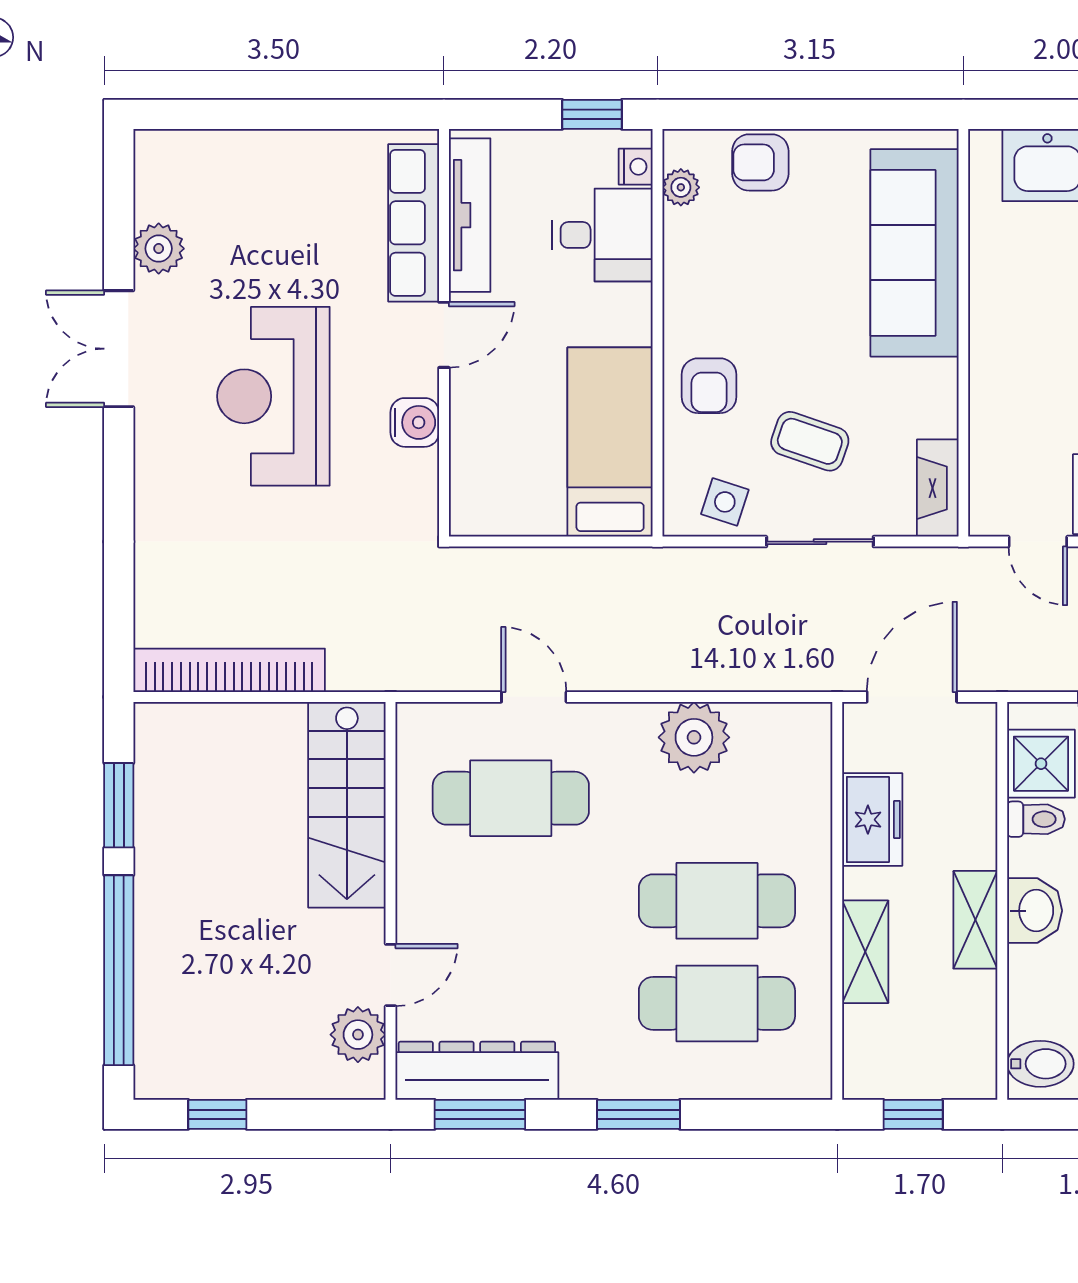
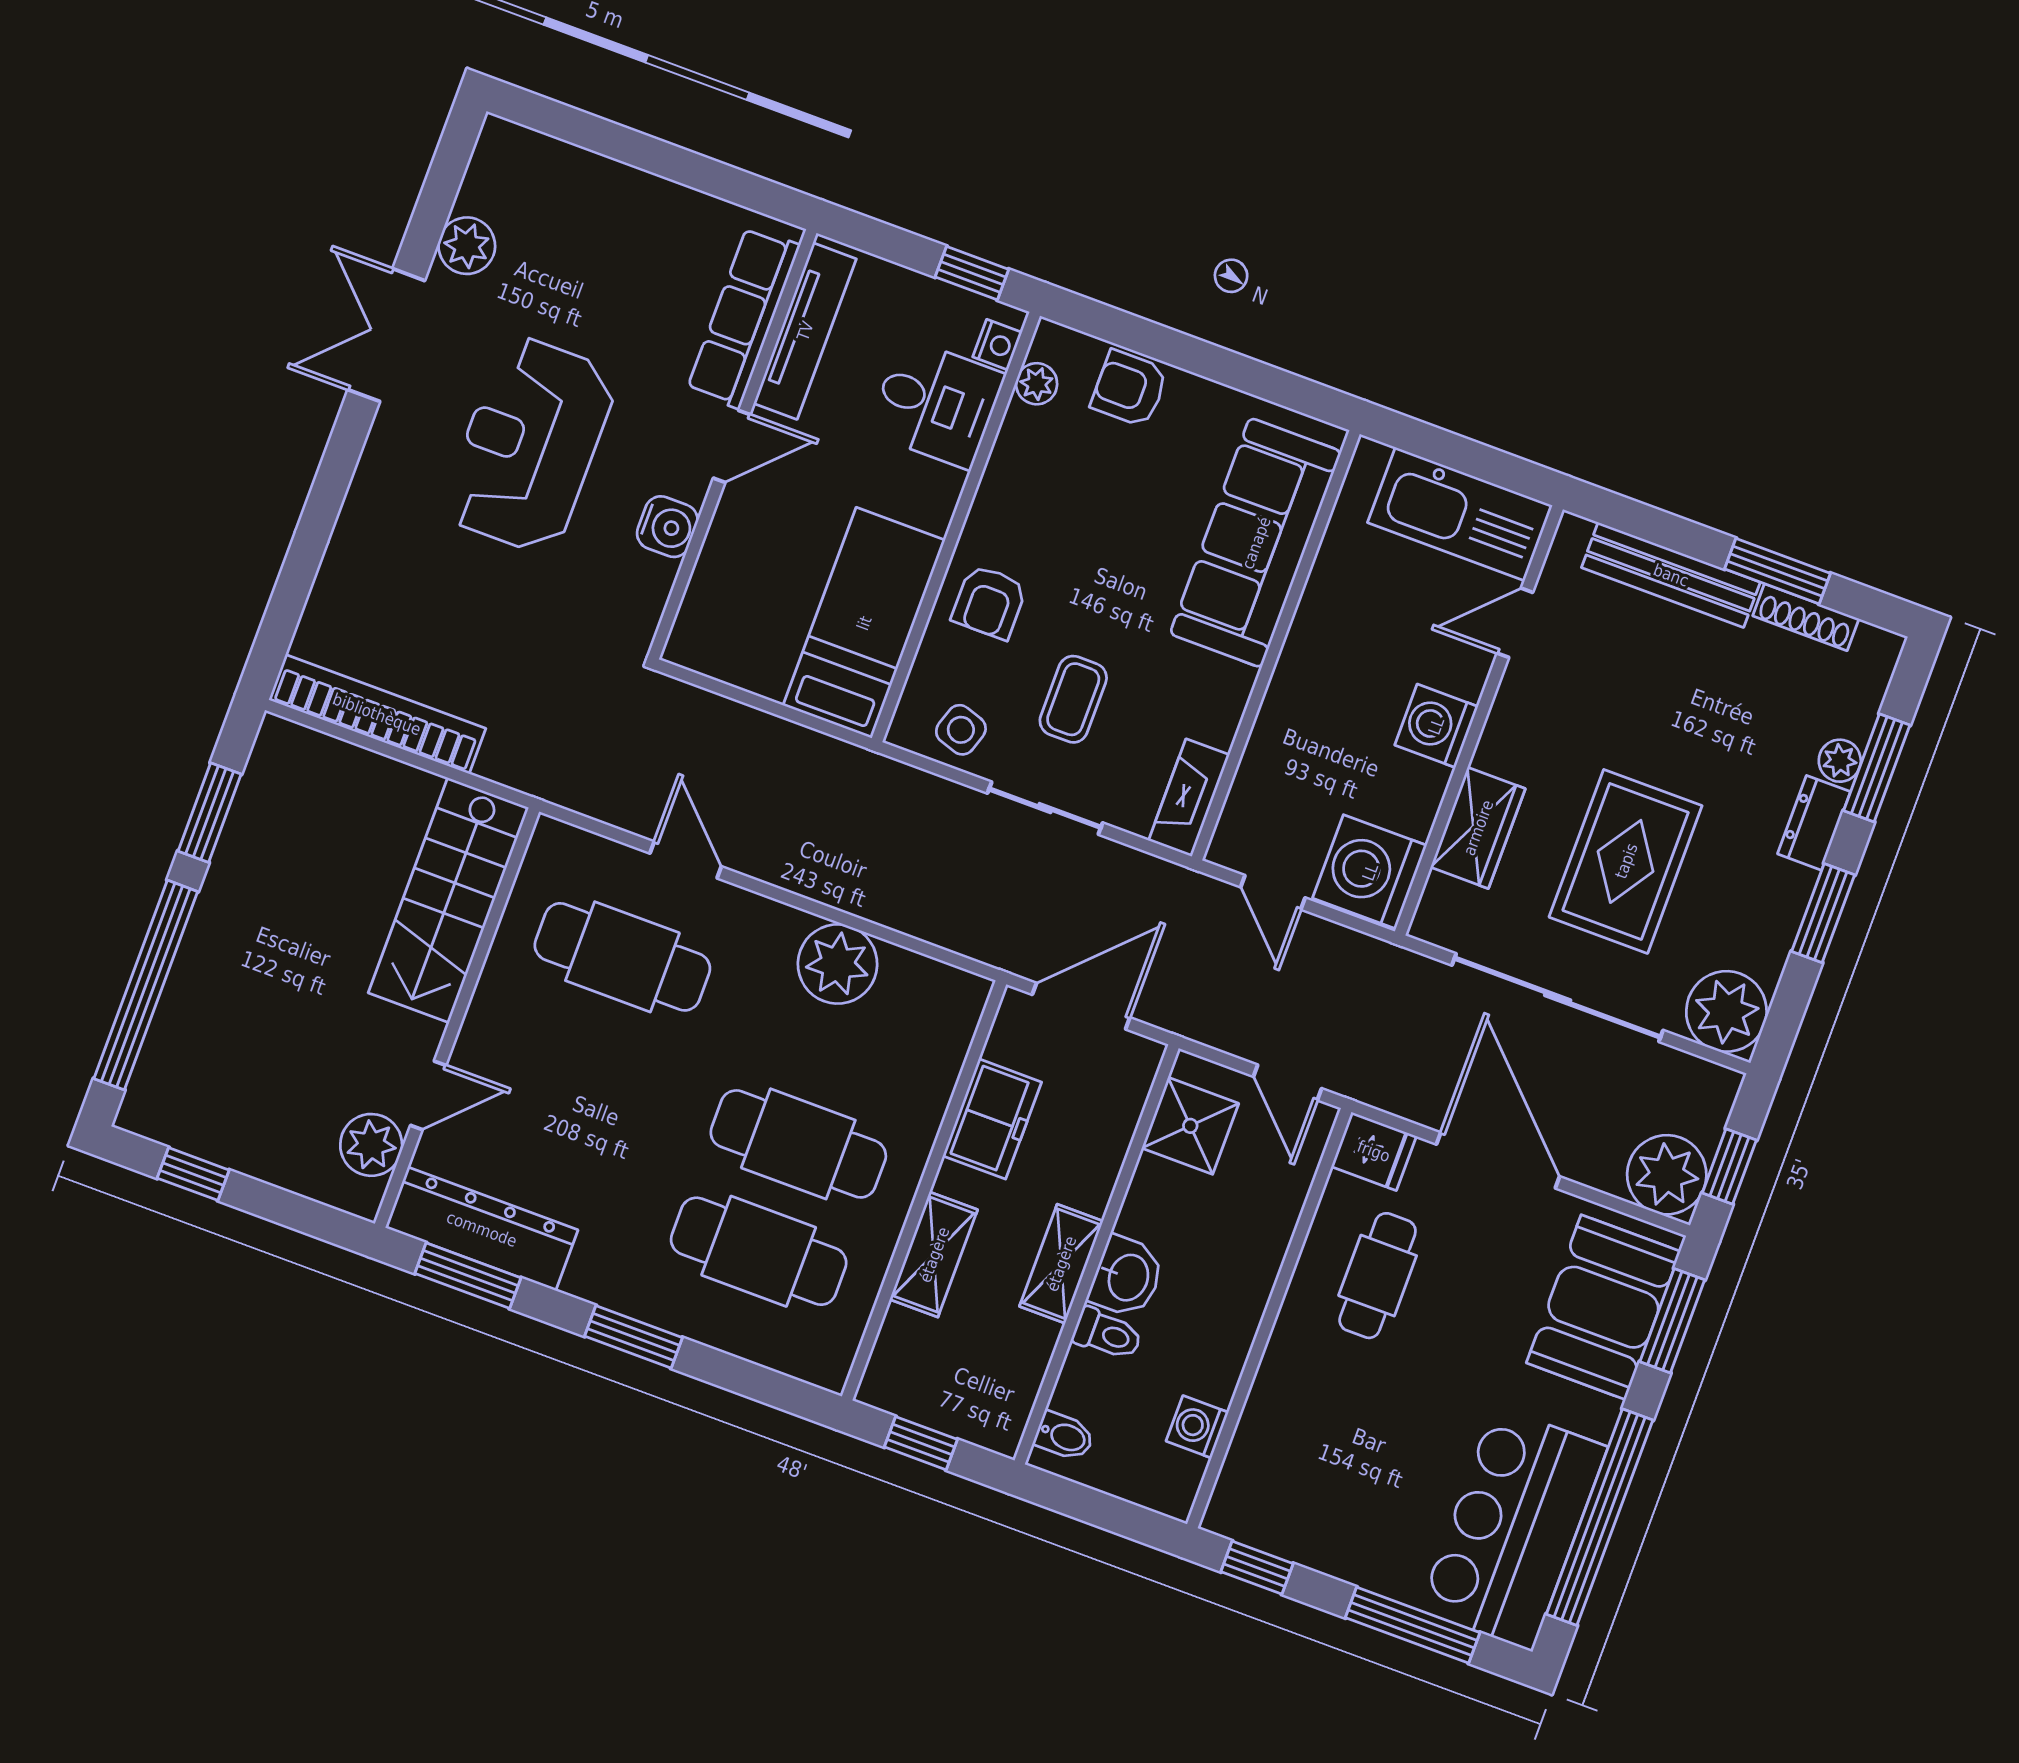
coffee table: (810, 441) -> (1073, 699), turned 71
toilet: (1036, 819) -> (1107, 1334), moved
bidet: (1040, 1064) -> (1064, 1436), width x0.72, depth x0.74

